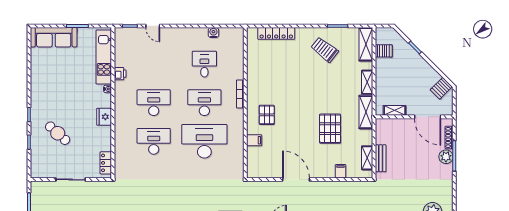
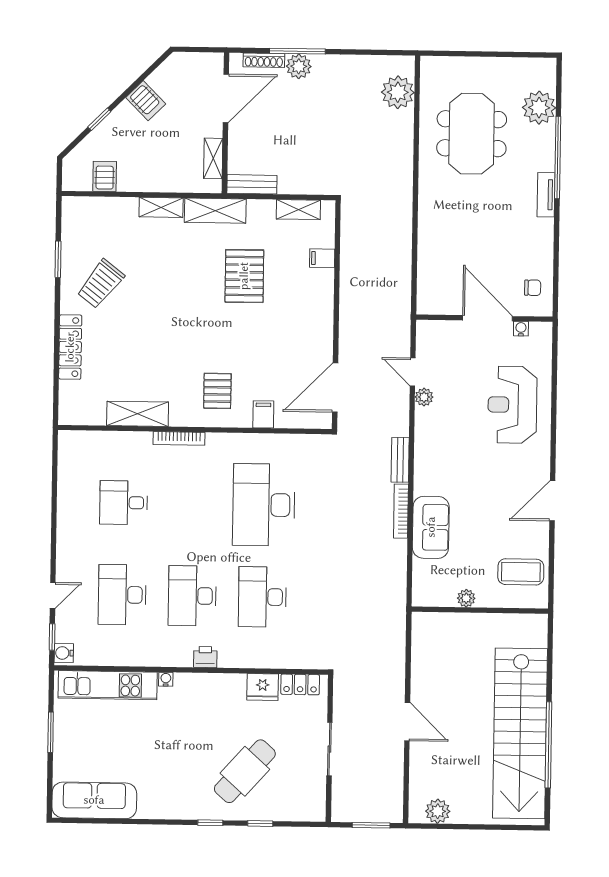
water cooler: (213, 33) -> (64, 653), moved
locker: (276, 33) -> (70, 347), moved
sofa: (54, 37) -> (94, 800), moved, turned -90
shelving: (366, 44) -> (138, 414), moved
printer: (120, 74) -> (205, 657), moved
server rack: (441, 88) -> (146, 101), moved
desk: (204, 103) -> (122, 595), moved
pallet: (267, 115) -> (217, 391), turned 90
fridge: (104, 117) -> (263, 687), moved
pallet: (330, 129) -> (244, 276), turned 90
cafe table: (58, 133) -> (245, 771), width x1.37, depth x1.35
bench: (381, 158) -> (252, 184), moved
door: (296, 180) -> (335, 388), moved

